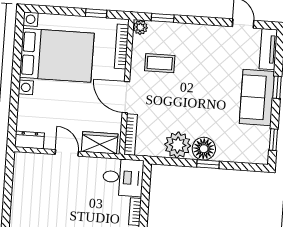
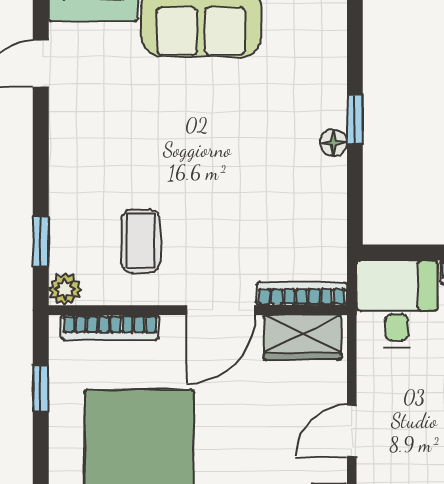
wardrobe: (100, 143) -> (302, 337), moved, turned -90
plant: (178, 145) -> (318, 189), removed
floor lamp: (204, 149) -> (334, 143), width x0.53, depth x0.53

